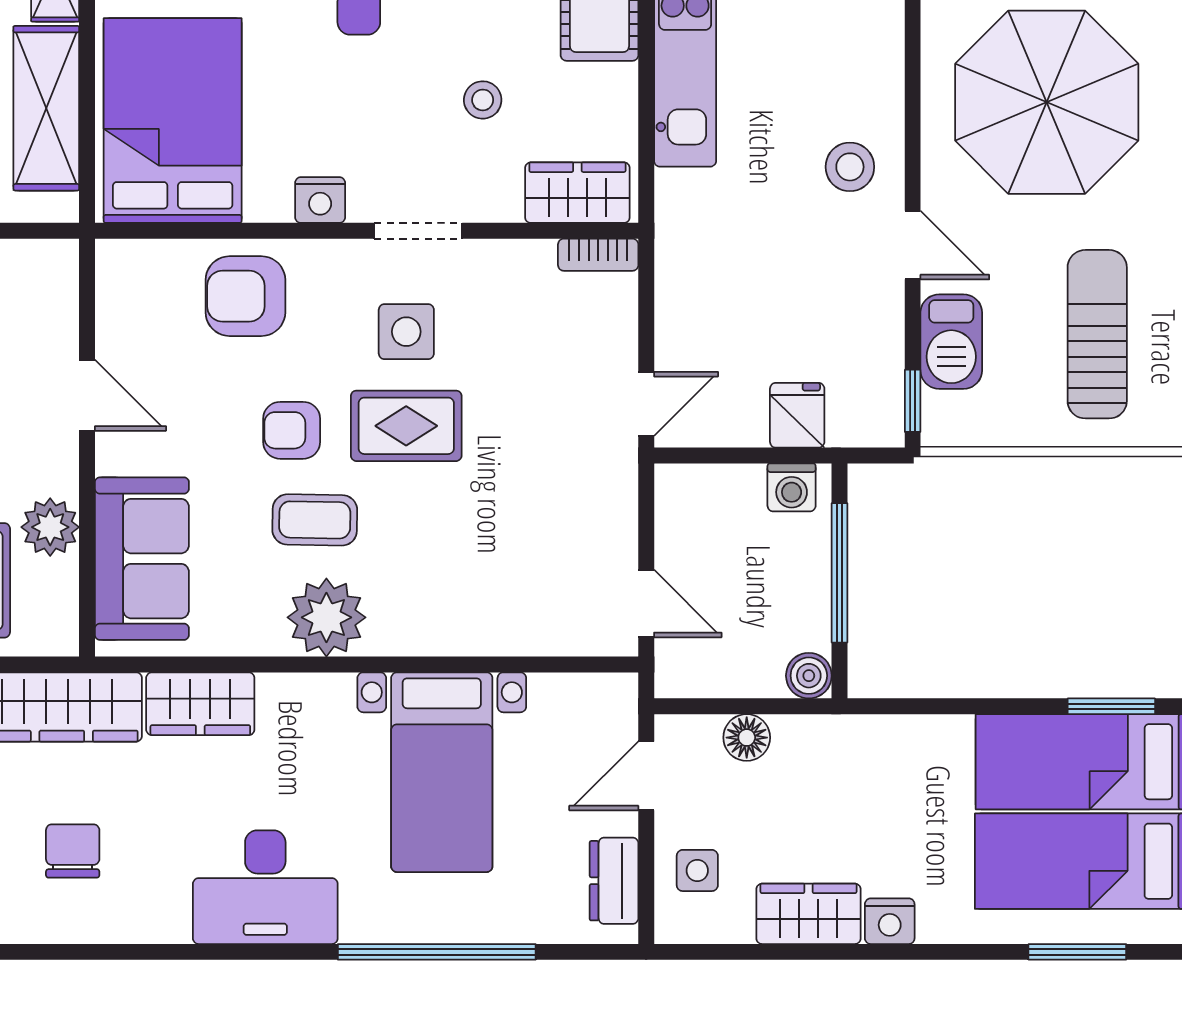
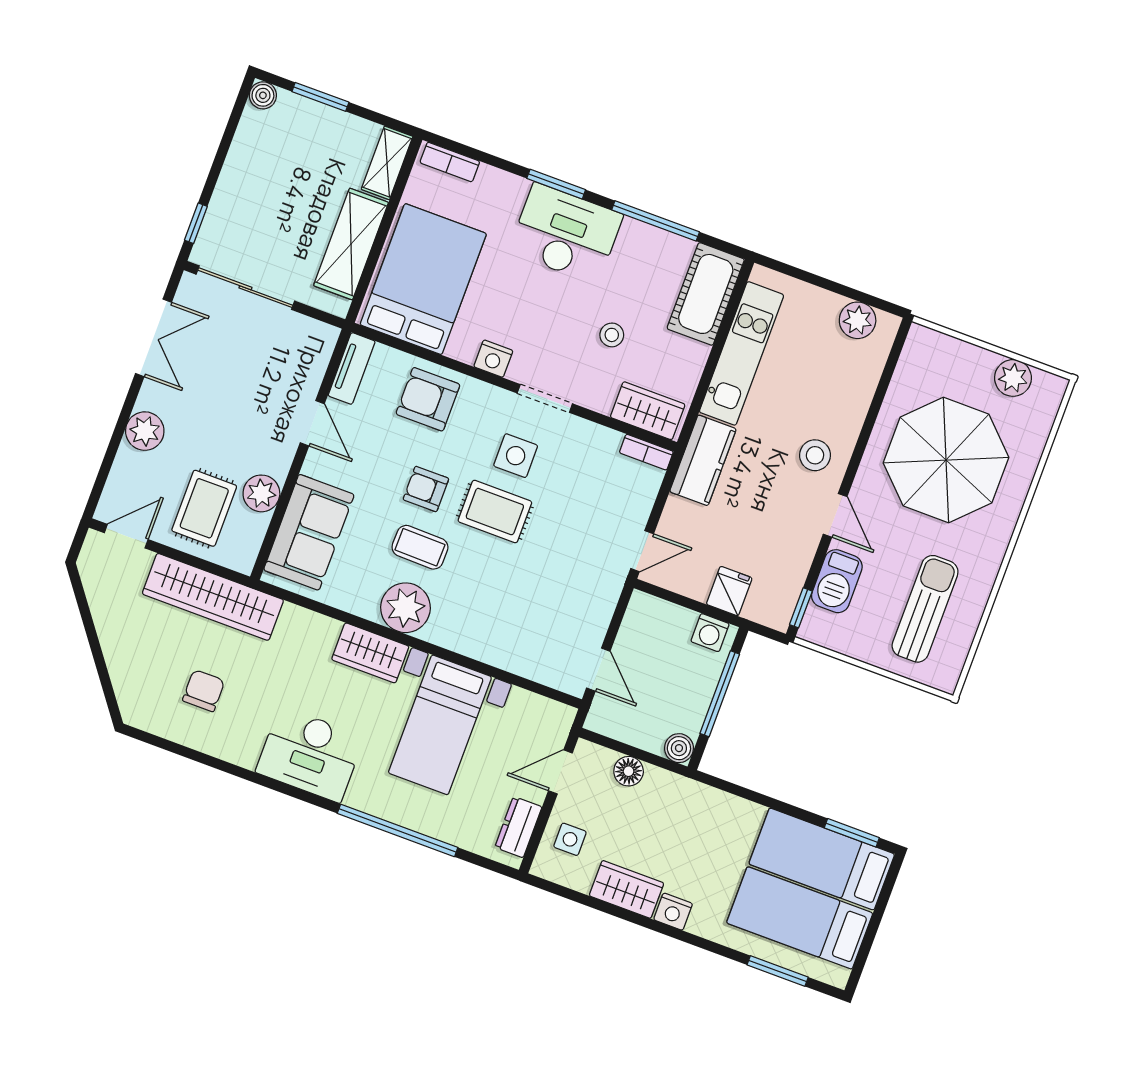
kitchen counter: (687, 236) -> (703, 460), added
tv unit: (115, 292) -> (352, 368), added
wardrobe: (200, 704) -> (370, 653), moved

